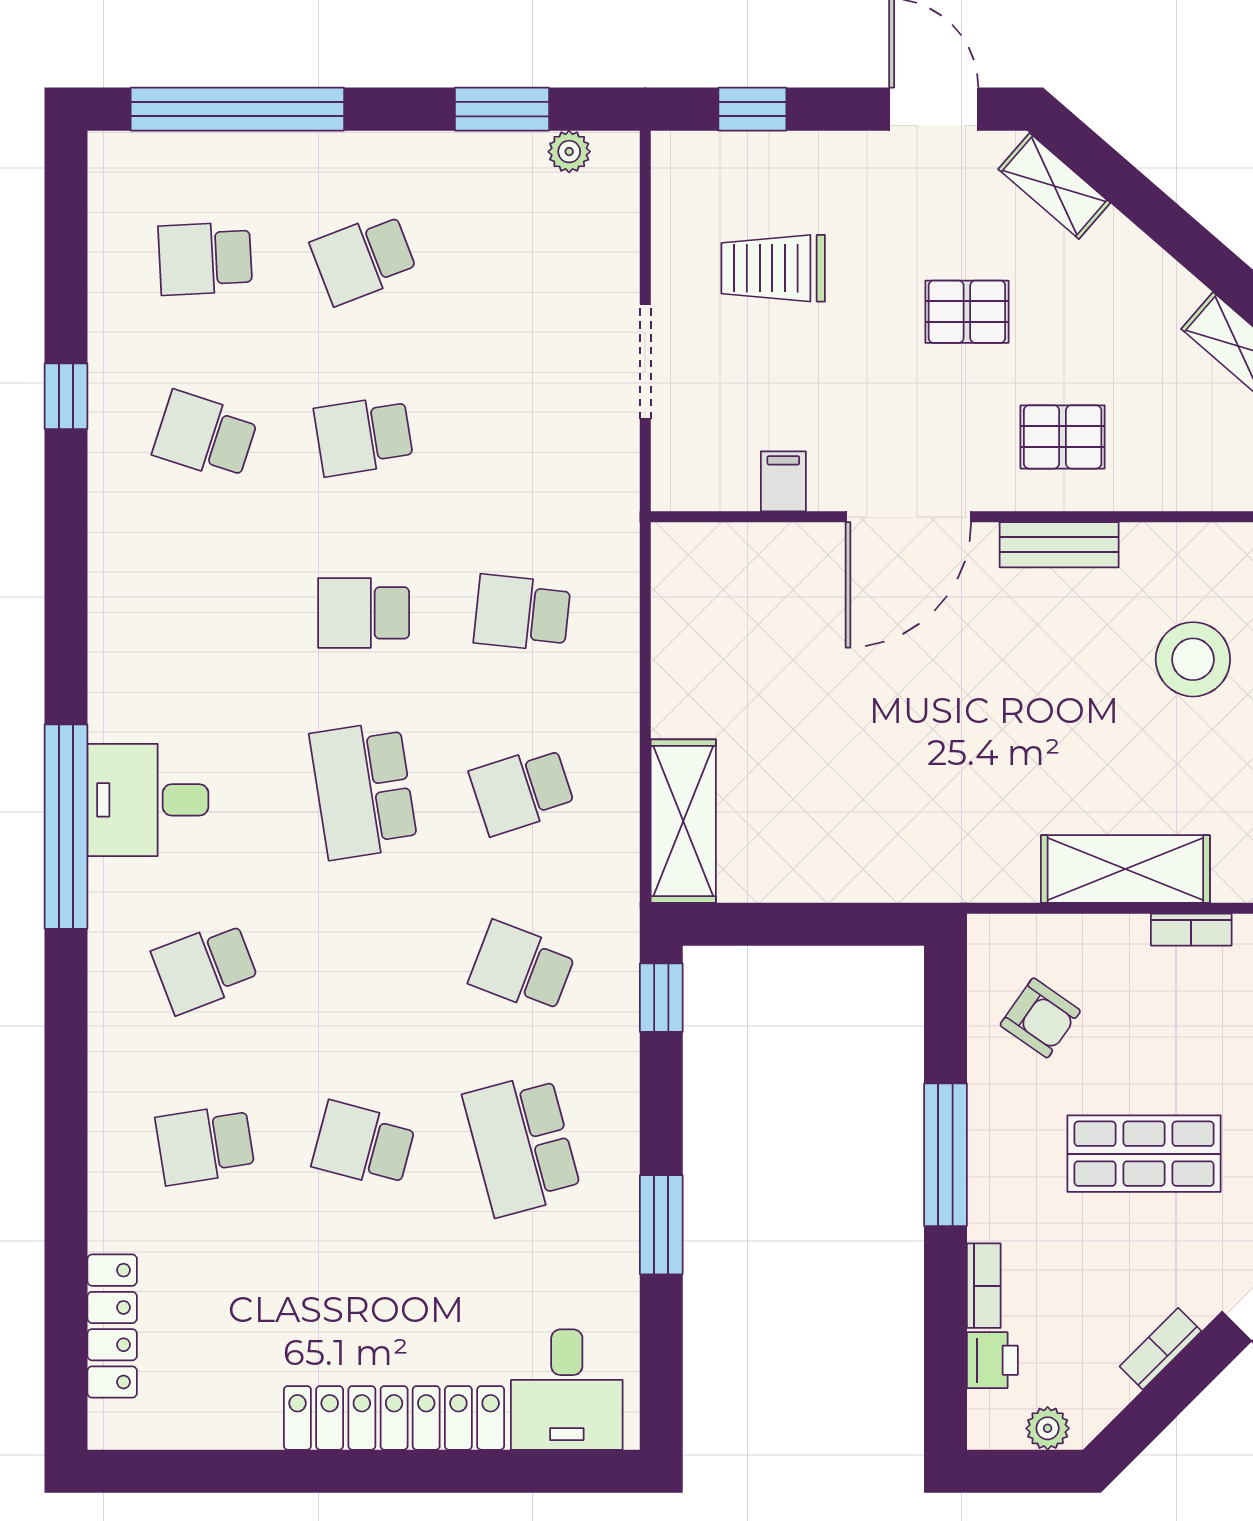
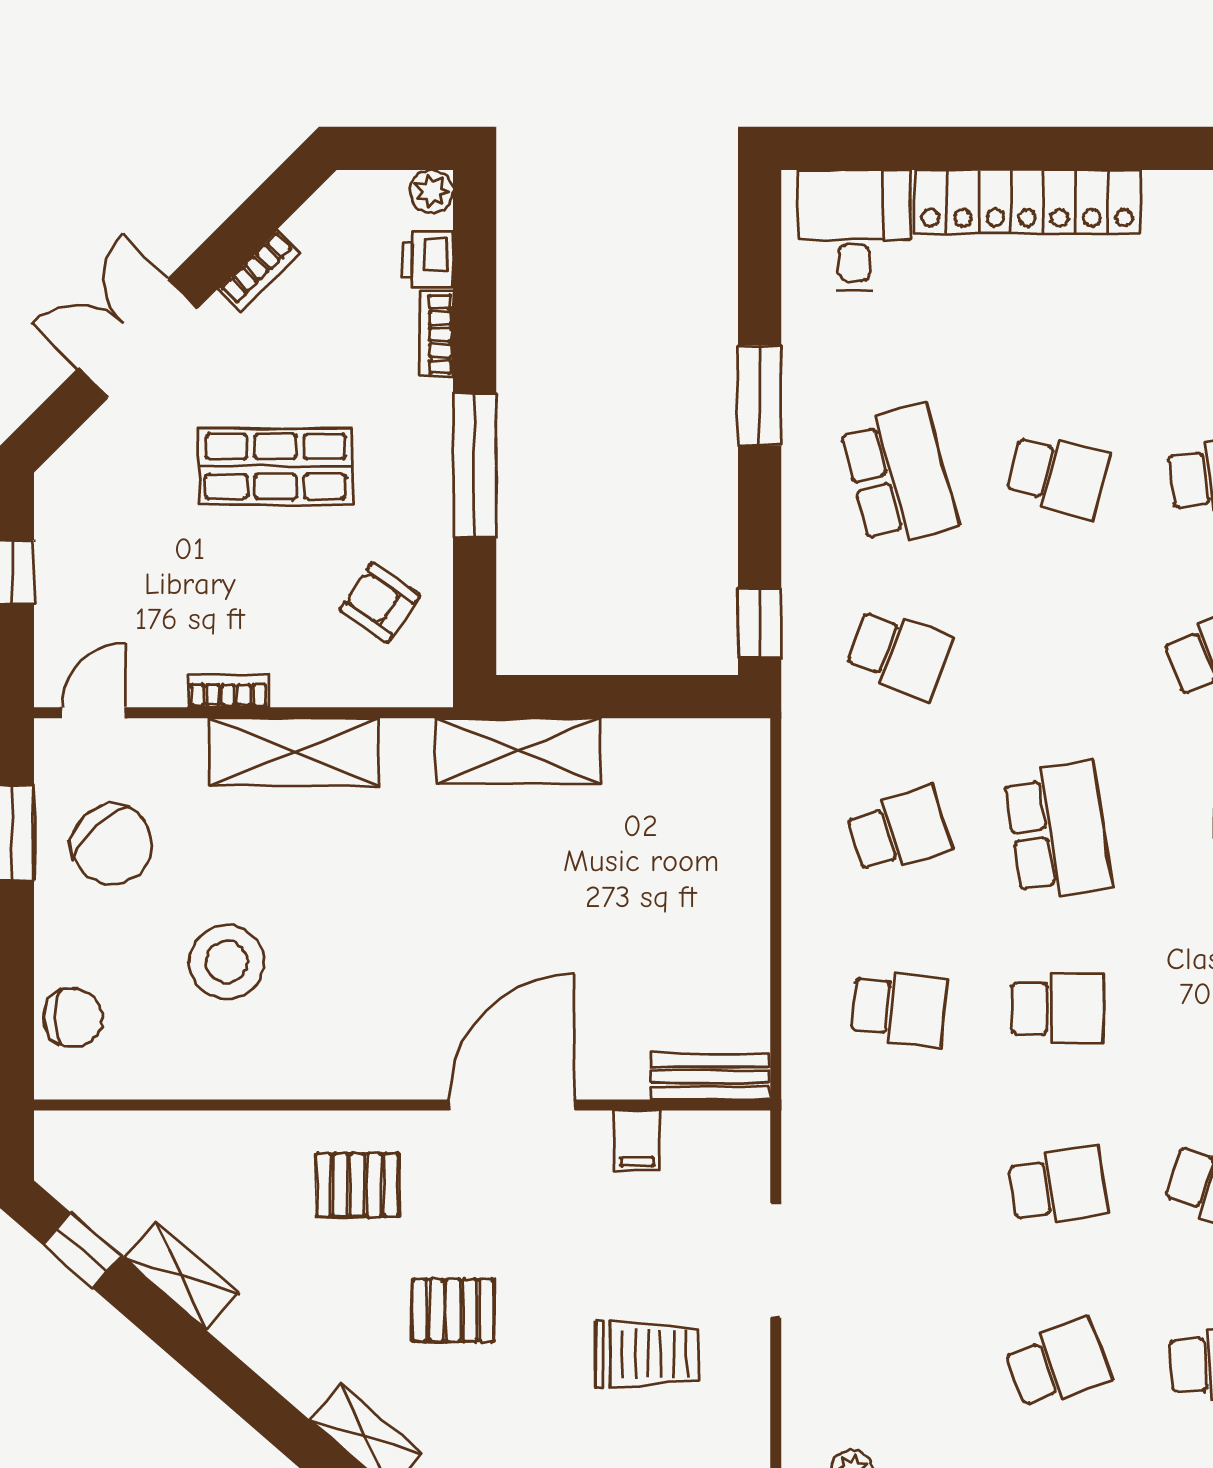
bench: (1059, 545) -> (710, 1077), moved
shelving: (683, 821) -> (518, 751), moved, turned 90
plant: (1048, 1428) -> (432, 191), moved

